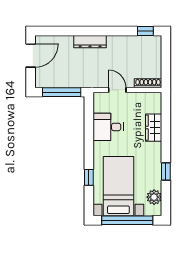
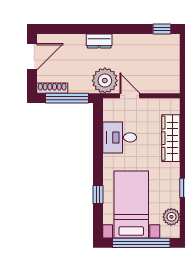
dresser: (90, 42) -> (99, 41), width x0.70
plant: (95, 77) -> (105, 81), added
shoe rack: (148, 83) -> (52, 88), moved
wardrobe: (154, 128) -> (171, 138), width x1.50

